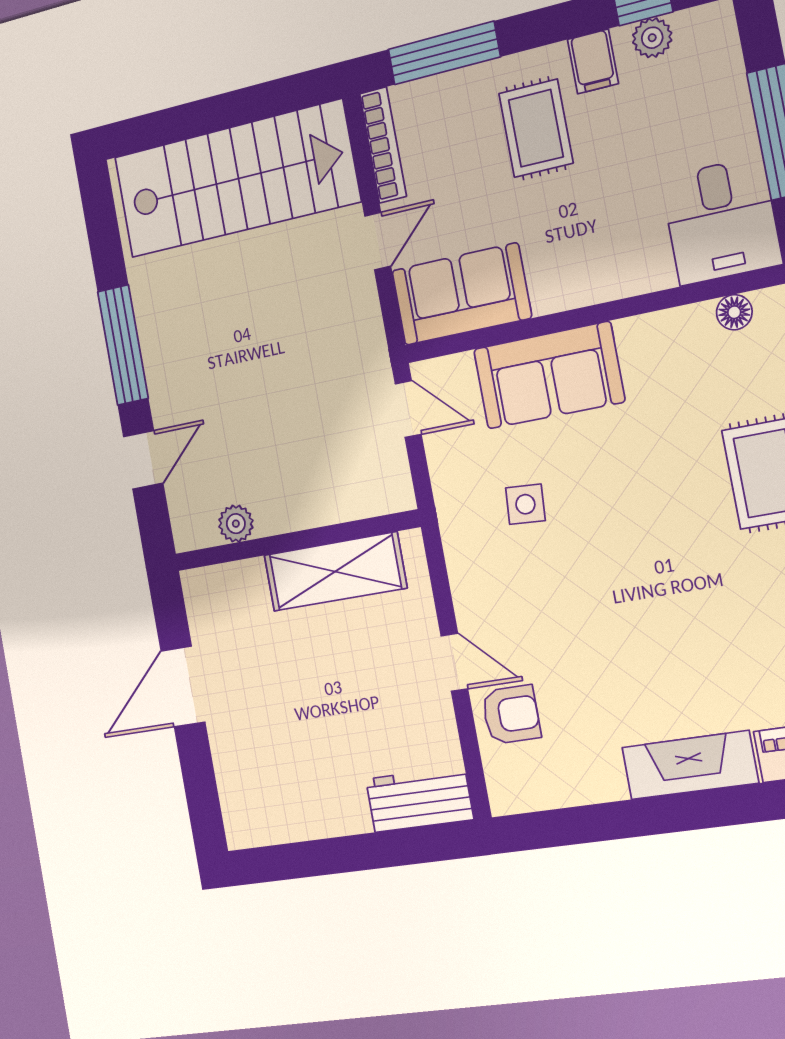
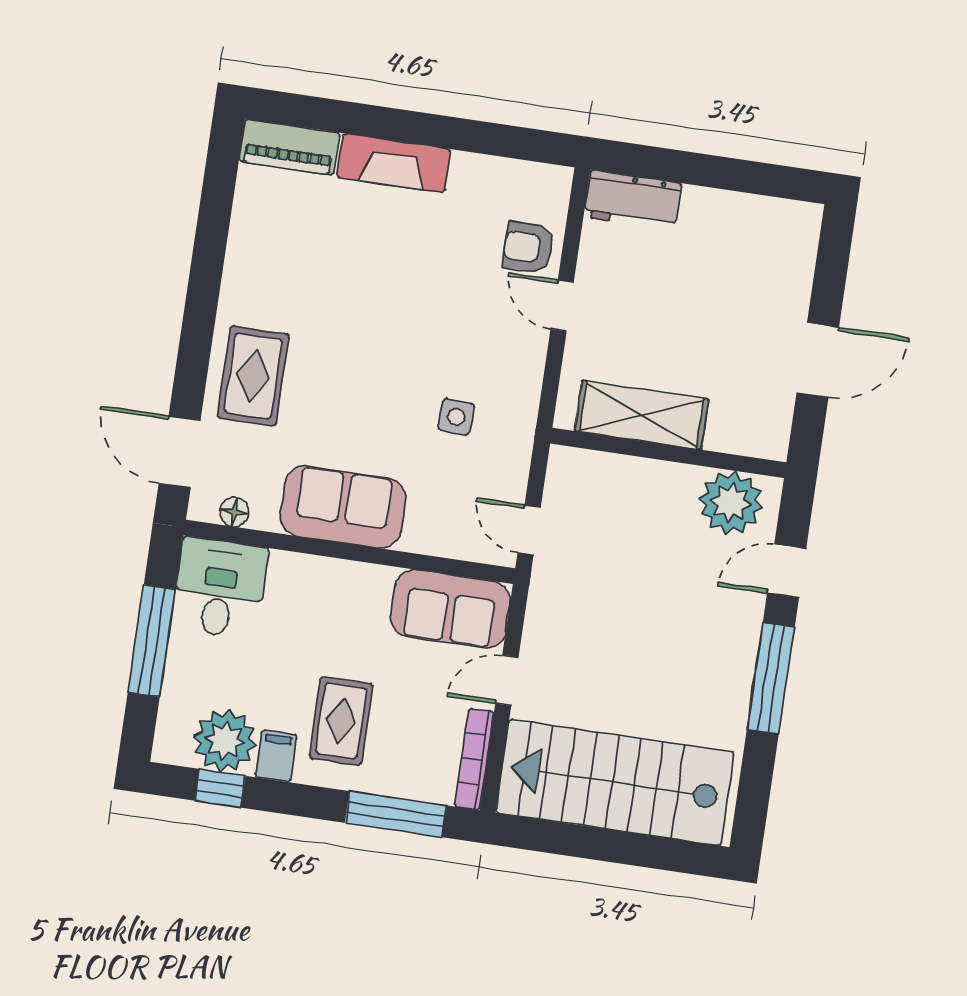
plant: (652, 38) -> (225, 741), width x1.87, depth x1.87
sofa: (549, 375) -> (343, 507), moved
plant: (236, 524) -> (731, 503), width x1.88, depth x1.88

